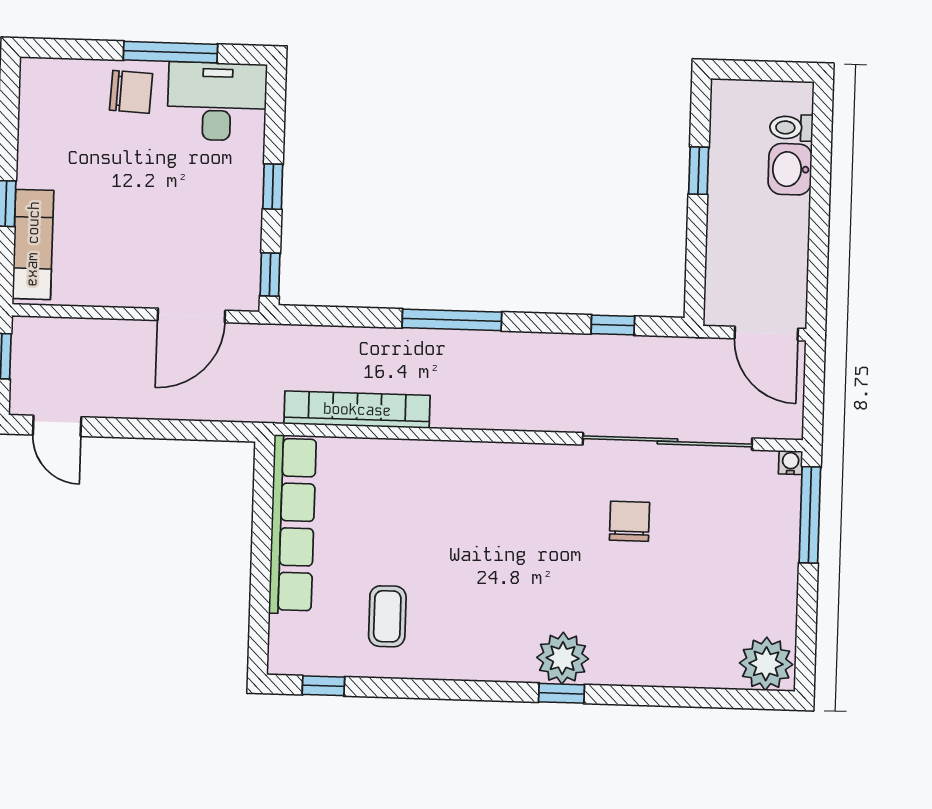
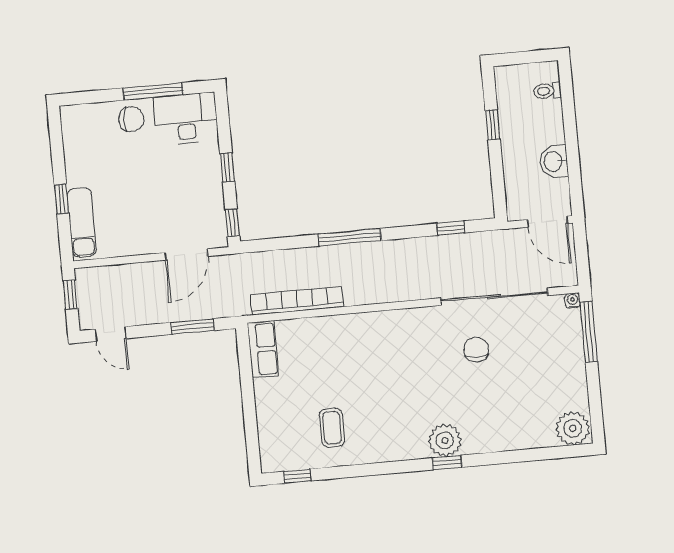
washbasin: (790, 169) -> (554, 161), moved
window: (187, 430) -> (193, 326), added
row of seats: (293, 524) -> (263, 349), width x0.50

